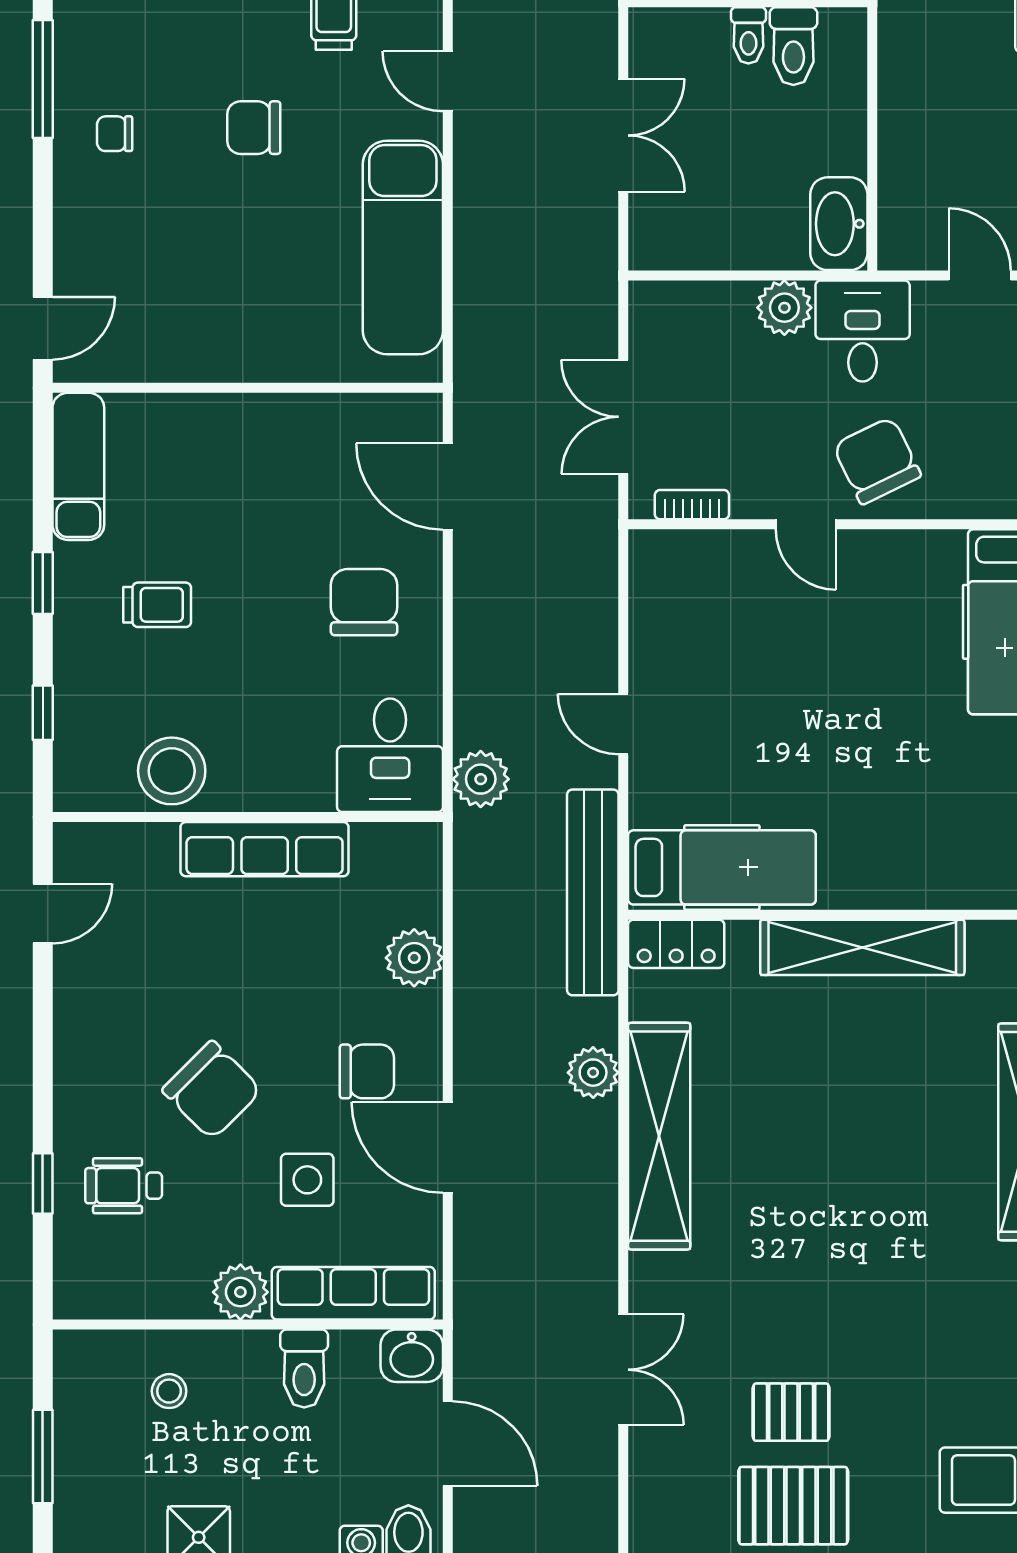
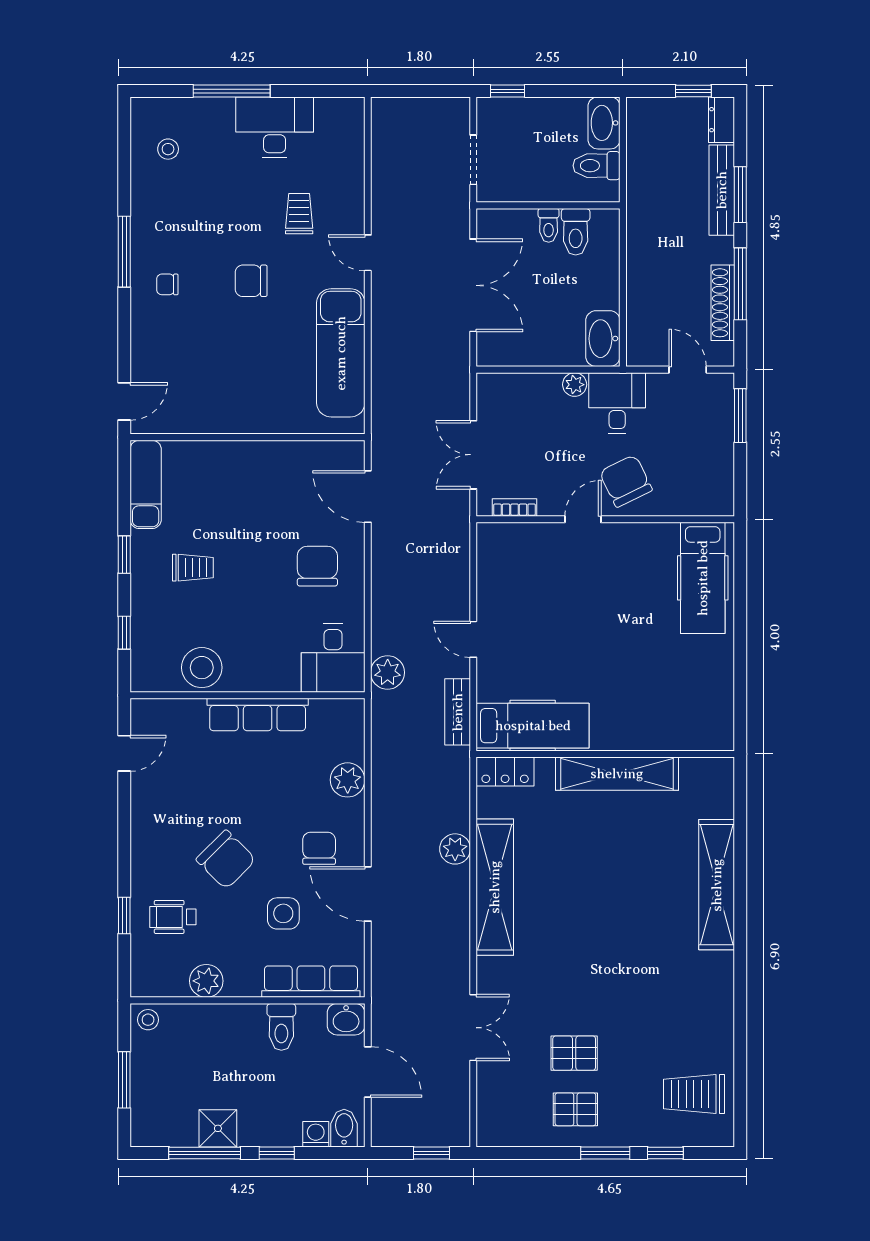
double door: (623, 135) -> (473, 285), width x1.37
plant: (784, 308) -> (575, 385), width x0.73, depth x0.73
door: (806, 524) -> (583, 519), swing flipped
bench: (593, 892) -> (458, 712), width x0.54, depth x0.82
chair: (367, 1071) -> (319, 848), turned -90
plant: (240, 1292) -> (206, 981), moved
stool: (169, 1391) -> (148, 1020), moved
pallet: (793, 1506) -> (575, 1109), width x0.67, depth x0.71

